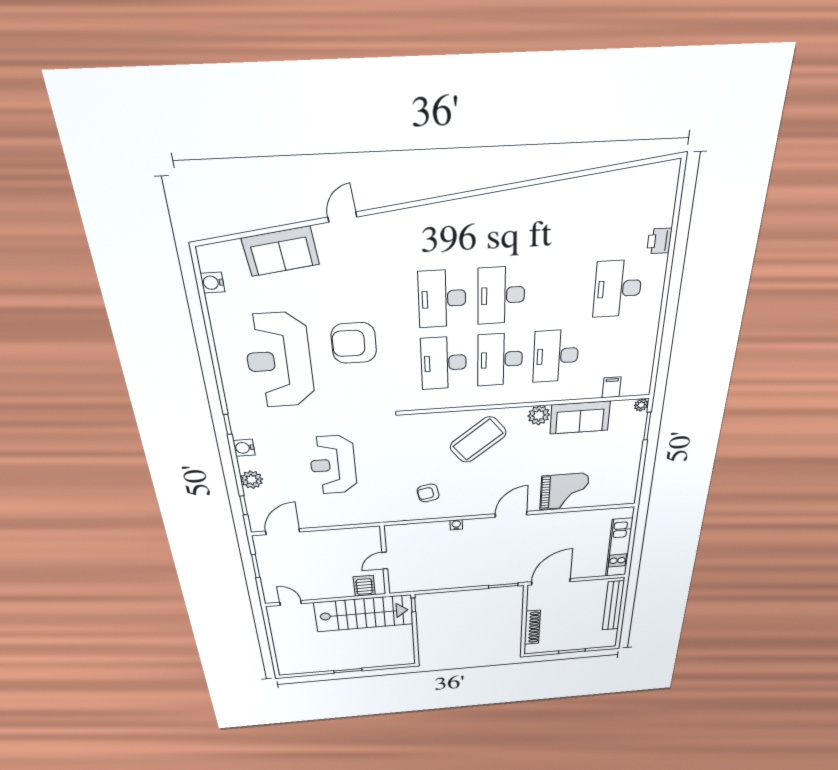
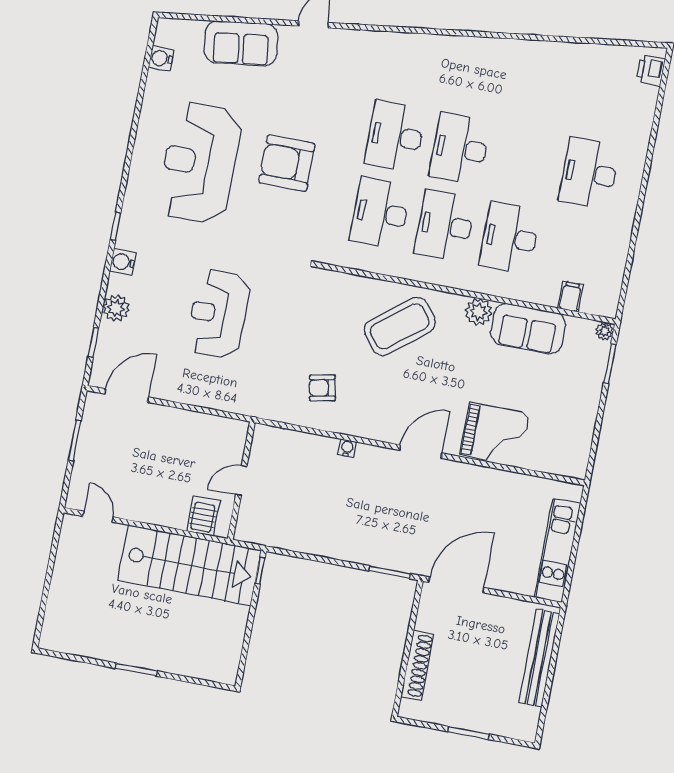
printer: (659, 241) -> (651, 70), moved

